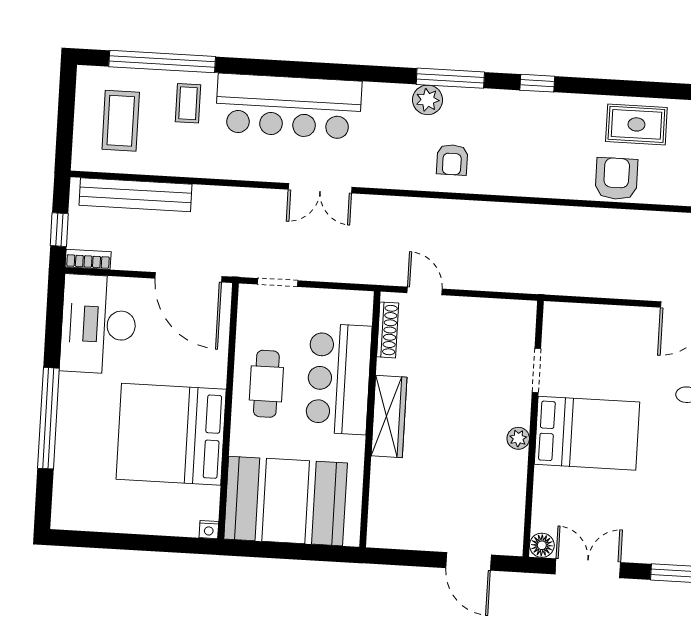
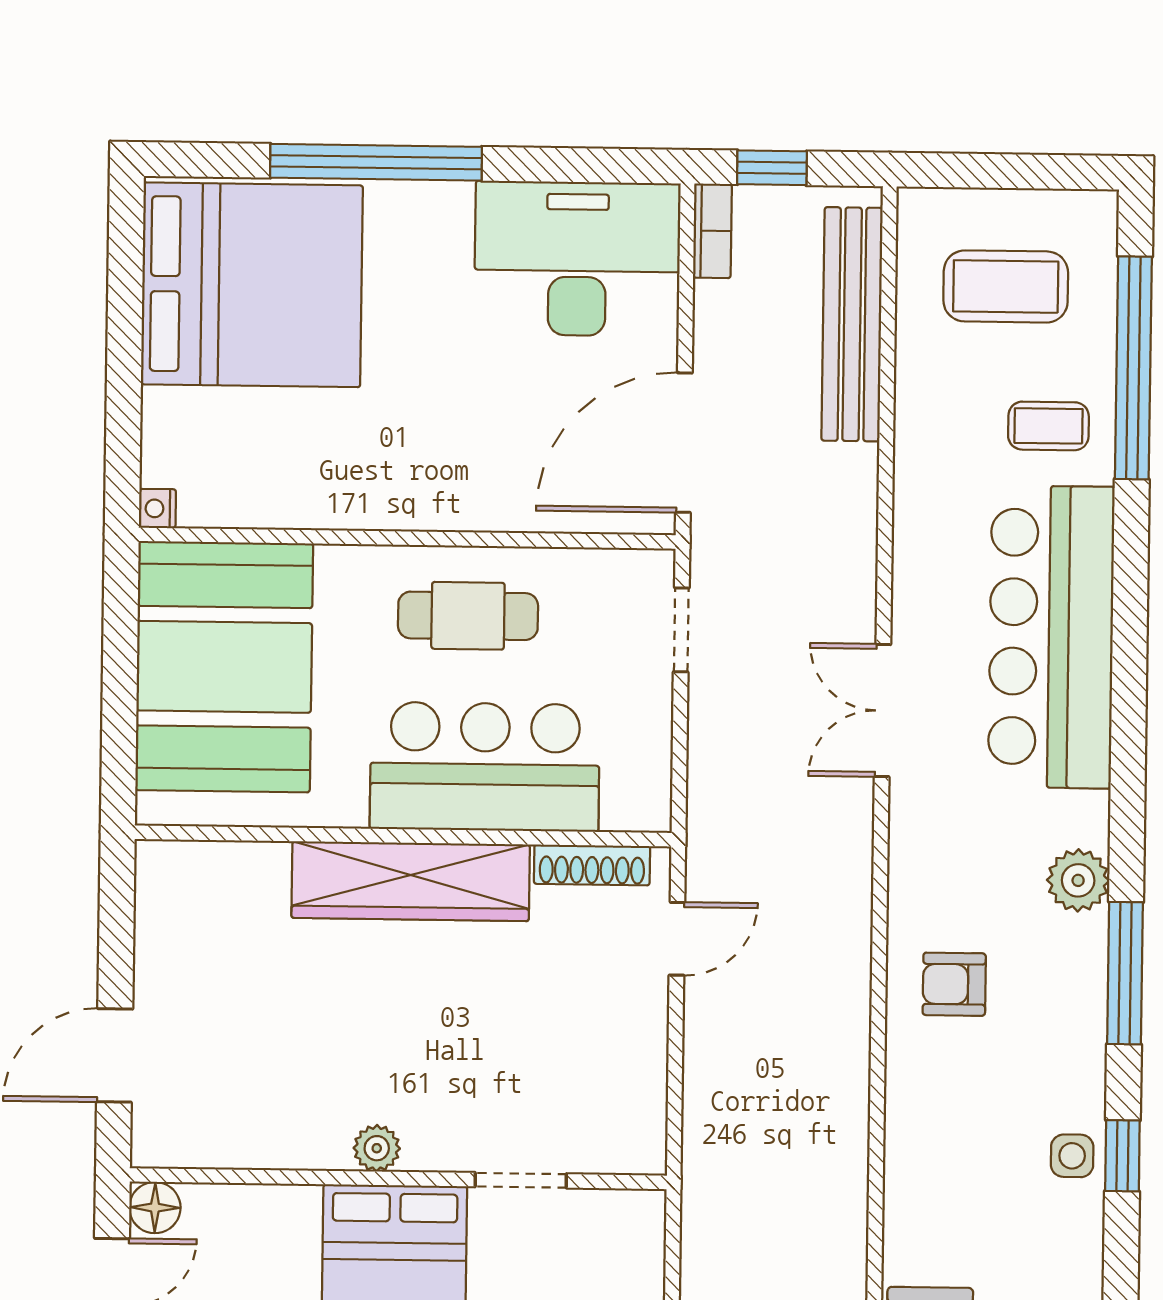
plant: (428, 100) -> (1078, 880), moved
side table: (536, 107) -> (1072, 1156), added
wardrobe: (389, 416) -> (411, 881), width x1.40, depth x1.17
bed: (171, 434) -> (252, 285), moved, turned 90

